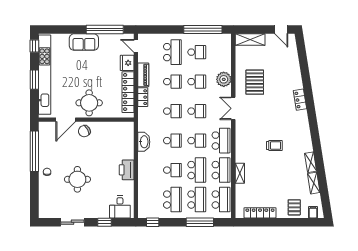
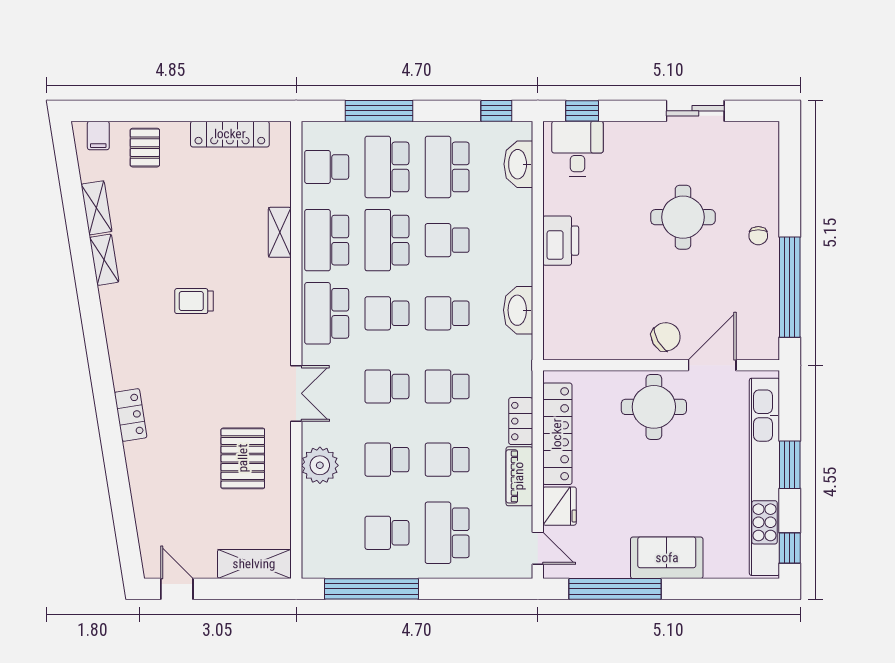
school desk: (221, 200) -> (327, 167), width x0.54
washbasin: (144, 201) -> (518, 164), added
window: (104, 222) -> (582, 111), moved

